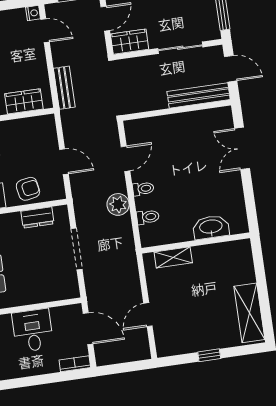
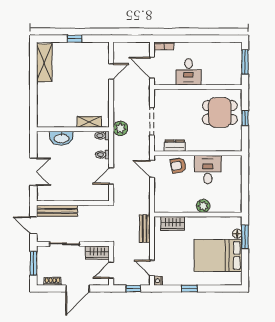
door: (64, 162) -> (152, 169), moved
plant: (118, 204) -> (120, 128), moved
washbasin: (211, 227) -> (61, 138), moved
wall: (196, 243) -> (73, 129), moved
shelving: (173, 257) -> (89, 122), moved

